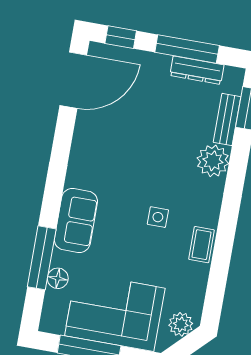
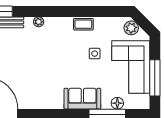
plant: (213, 161) -> (39, 22), width x0.53, depth x0.53
side table: (158, 217) -> (95, 54), moved

